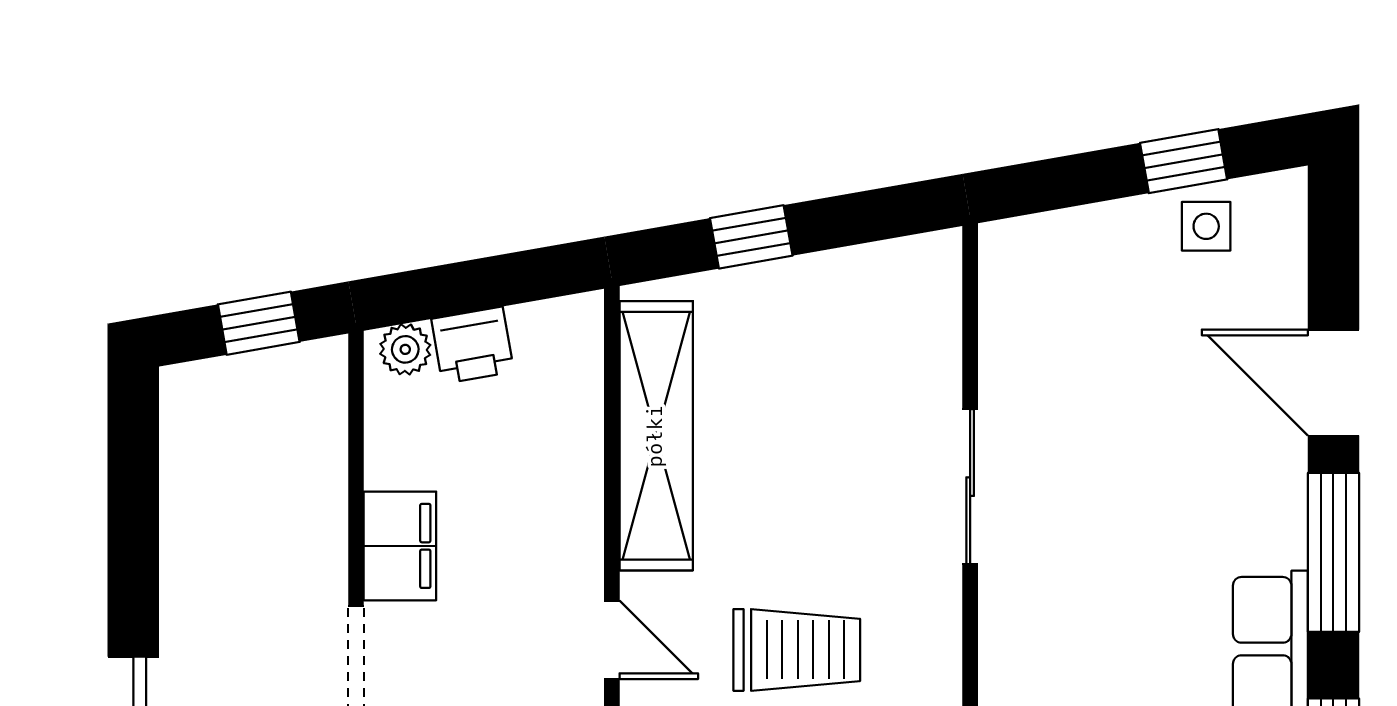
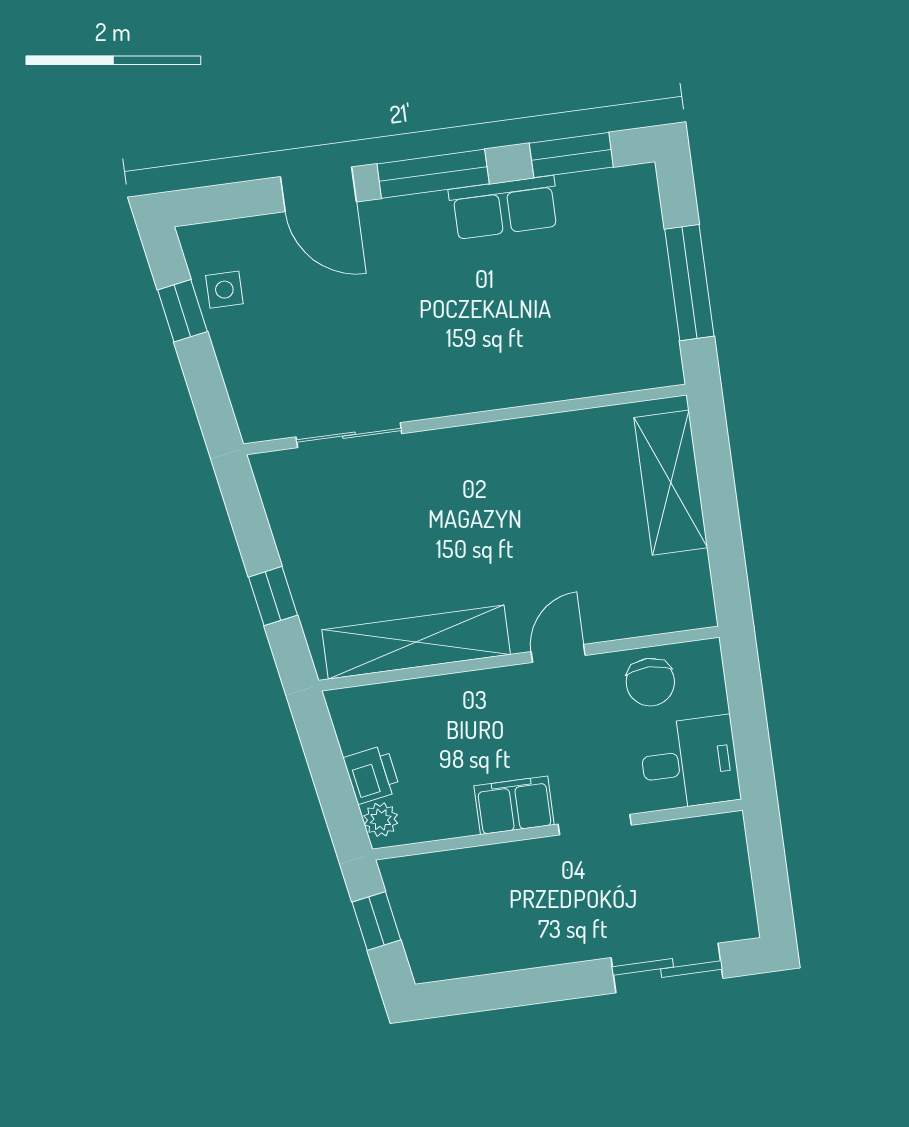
door: (1333, 383) -> (318, 189), hinge flipped
sliding door: (970, 487) -> (349, 435), moved
trolley: (797, 650) -> (548, 528), removed

